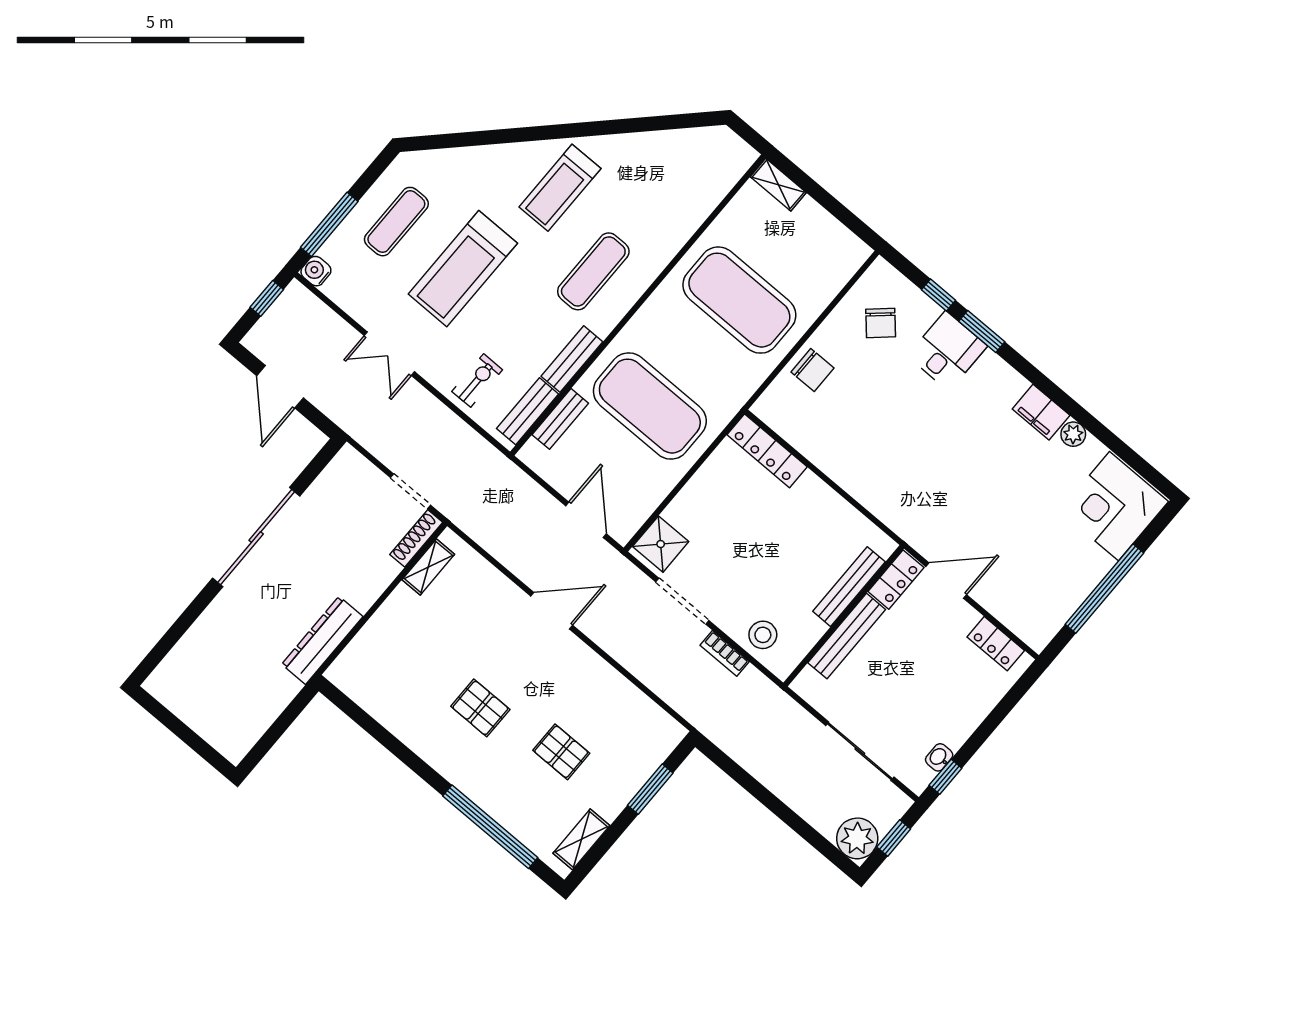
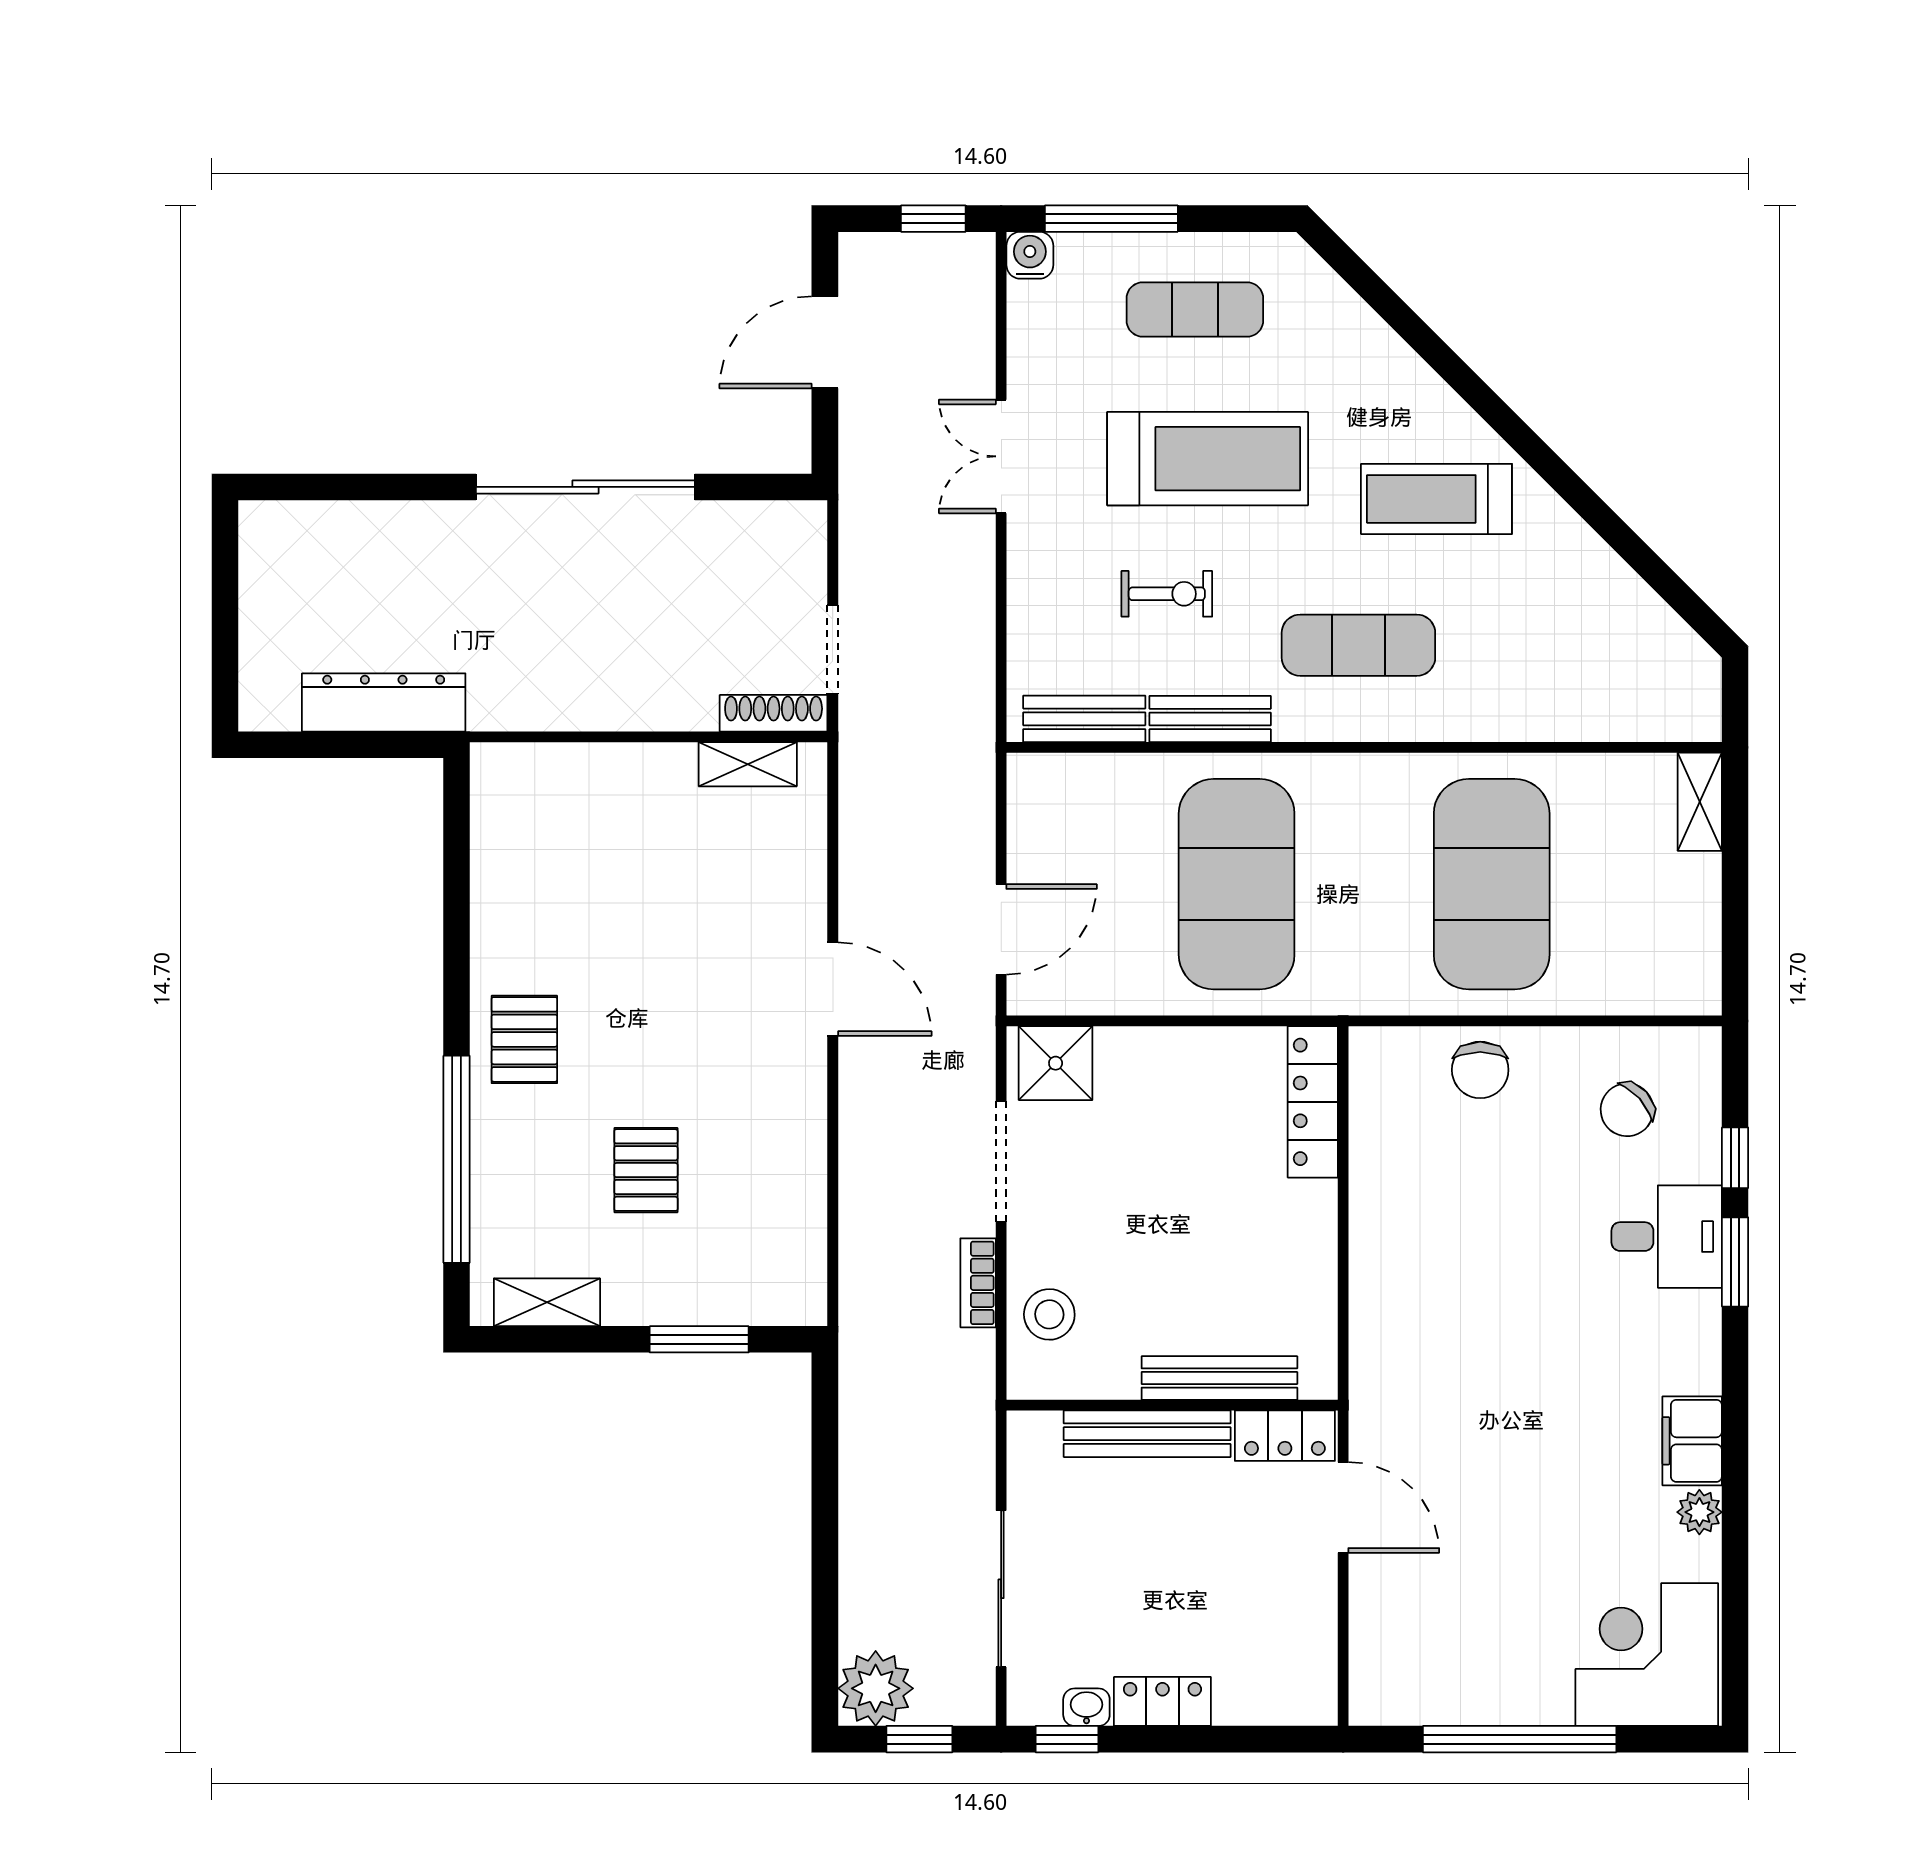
treadmill: (463, 269) -> (1208, 459), turned 180
exercise bike: (477, 381) -> (1167, 594), moved
bench: (560, 419) -> (1112, 774), removed
dresser: (322, 640) -> (384, 702), moved
locker: (996, 644) -> (1162, 1701), moved, turned 90
pallet: (480, 708) -> (524, 1039), moved

